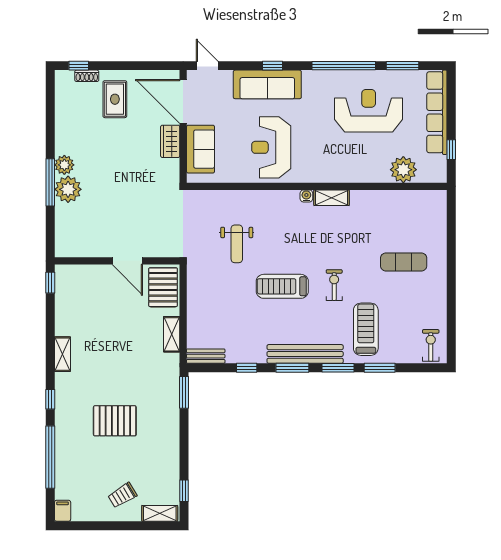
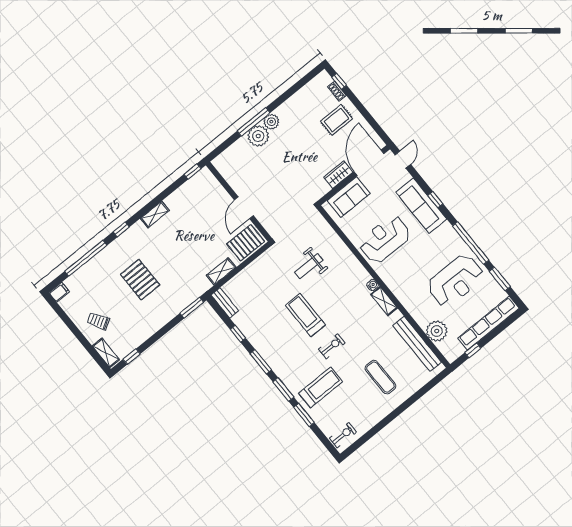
reception desk: (369, 111) -> (455, 281), turned 90
bench: (305, 354) -> (417, 344), moved

